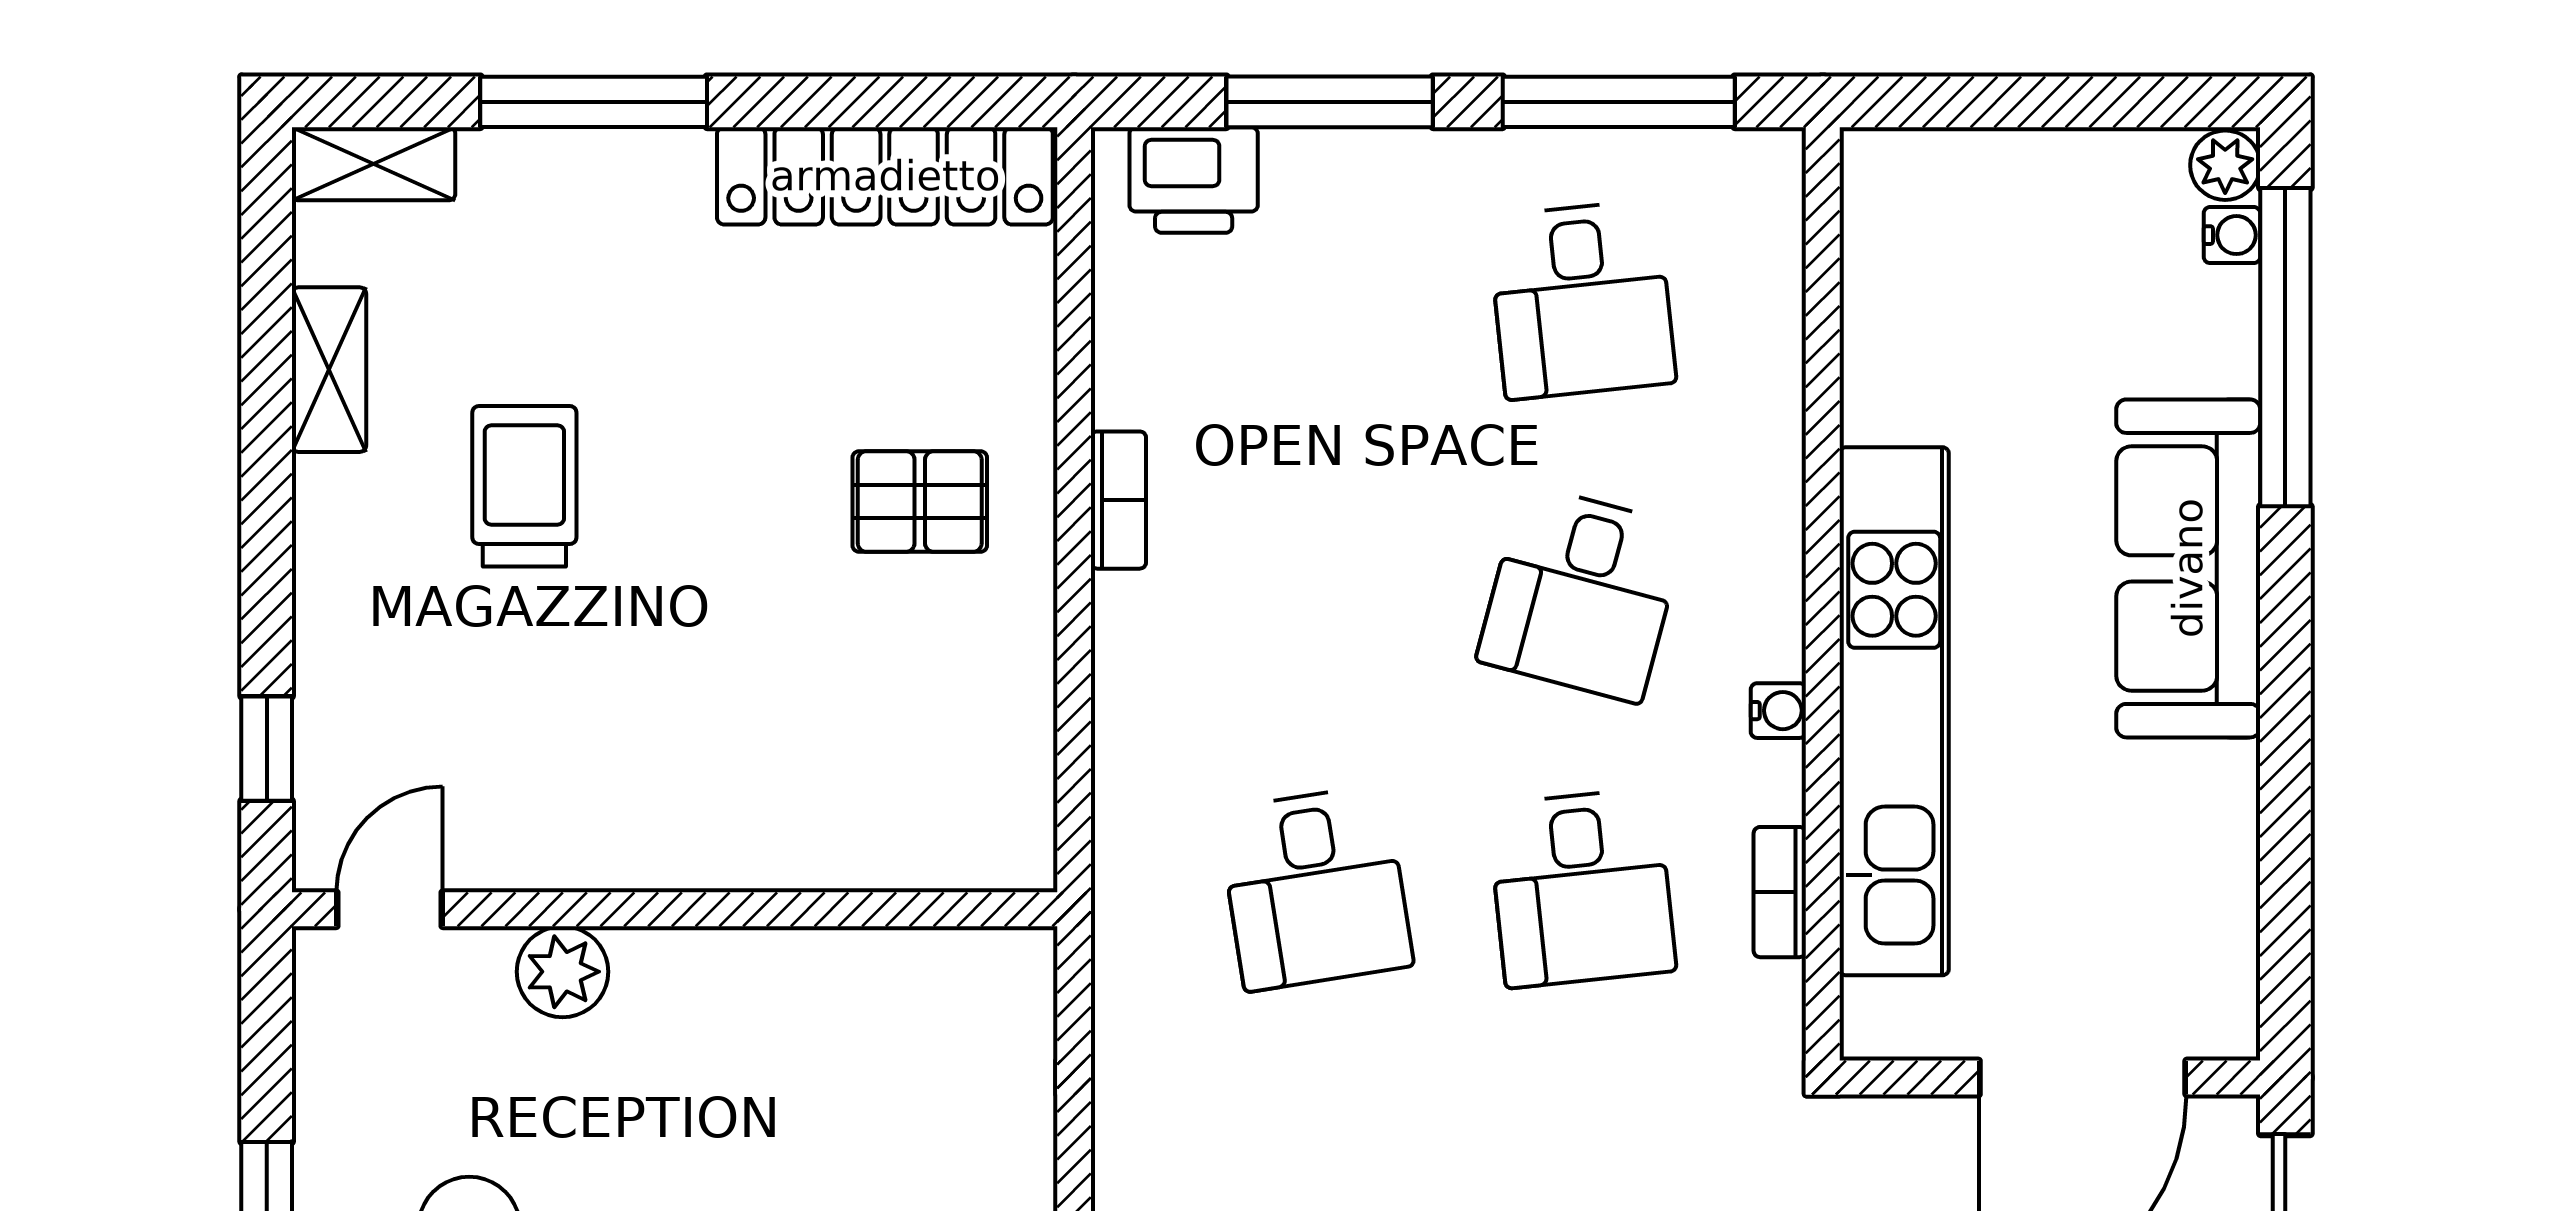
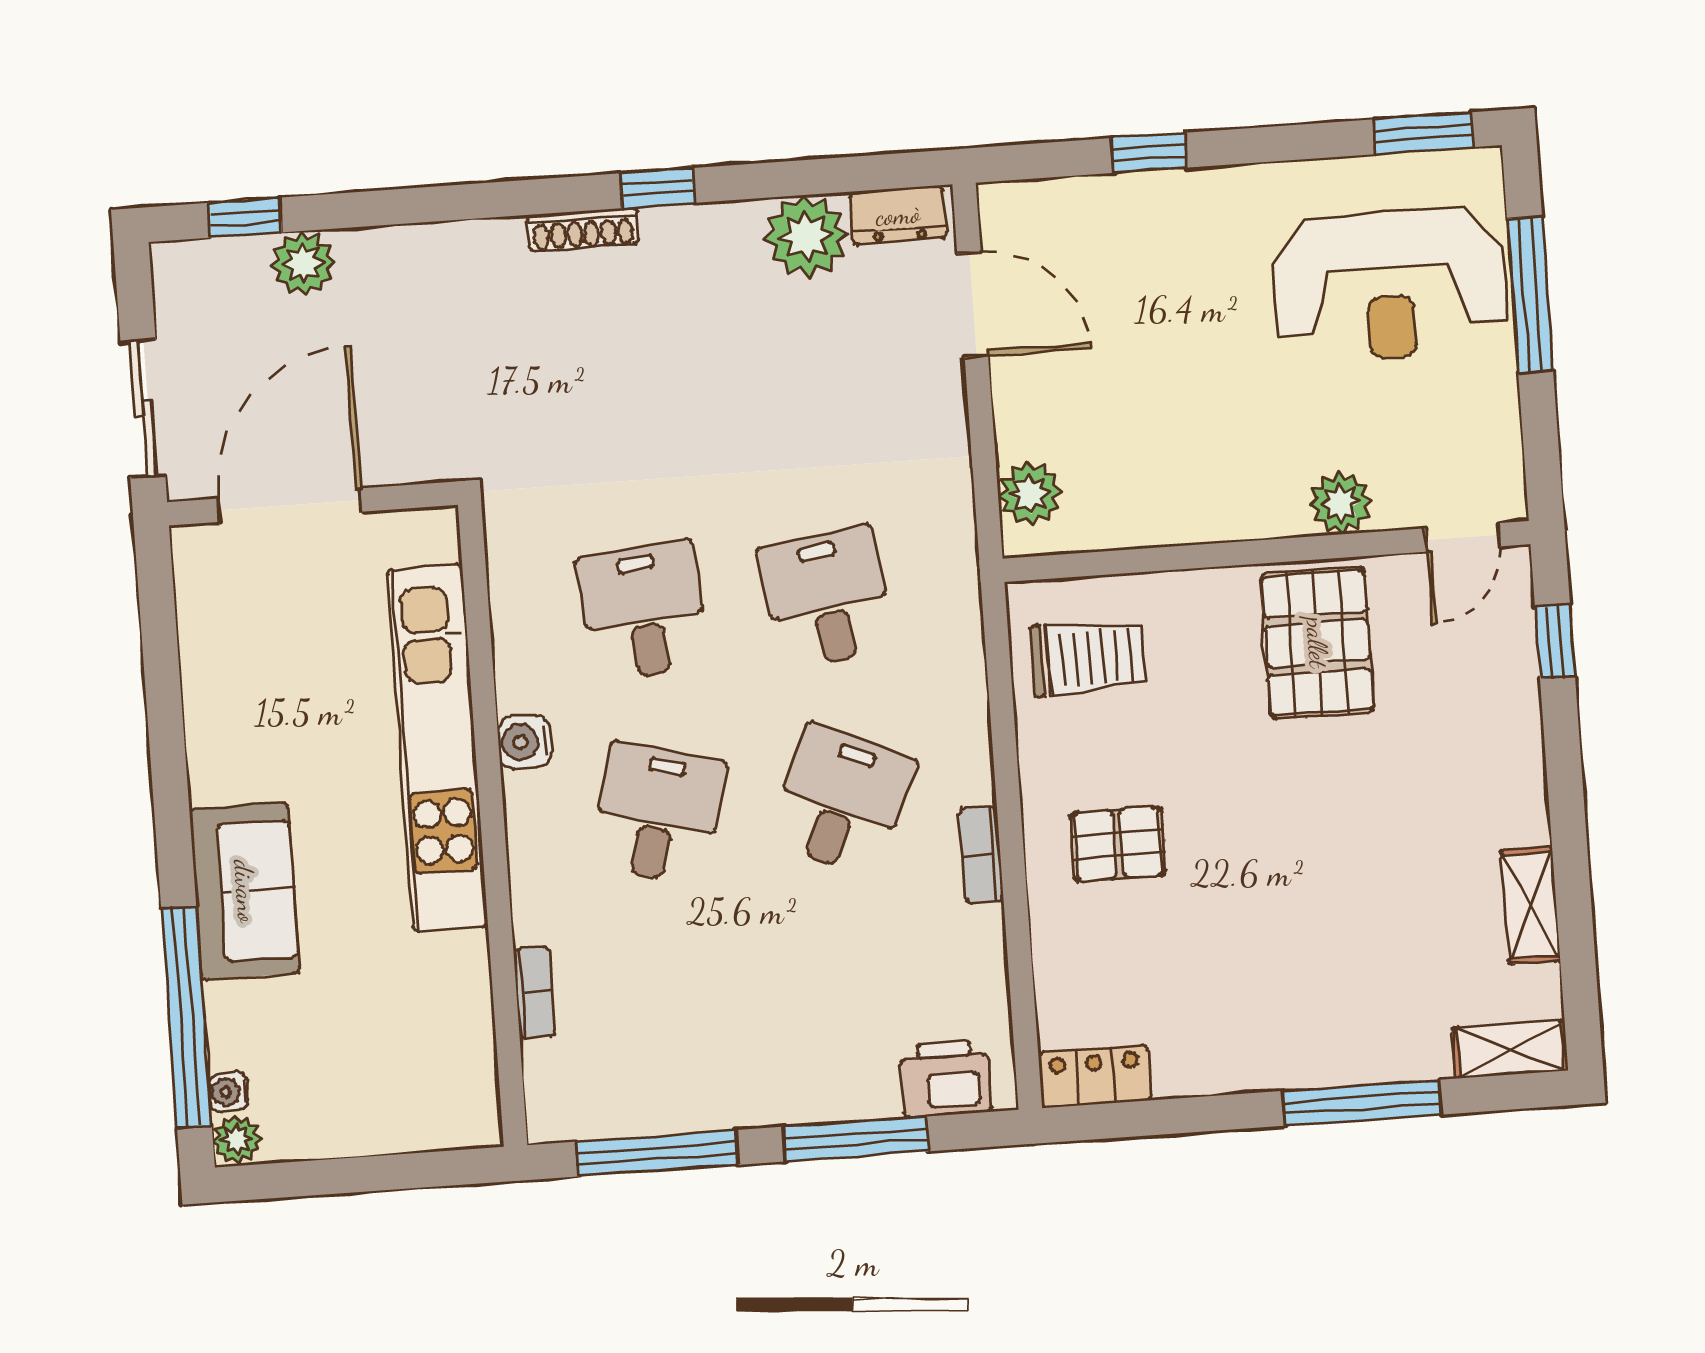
locker: (885, 176) -> (1095, 1077), width x0.46, depth x0.83
desk: (1582, 300) -> (842, 800), moved, turned 30
trolley: (524, 486) -> (1088, 658), moved, turned -90
sofa: (2188, 568) -> (245, 891), width x0.73
water cooler: (1778, 711) -> (524, 742), width x1.38, depth x1.38
pallet: (611, 771) -> (1317, 643), added
bookcase: (1780, 892) -> (534, 993), moved
plant: (1011, 1017) -> (1030, 494), added

